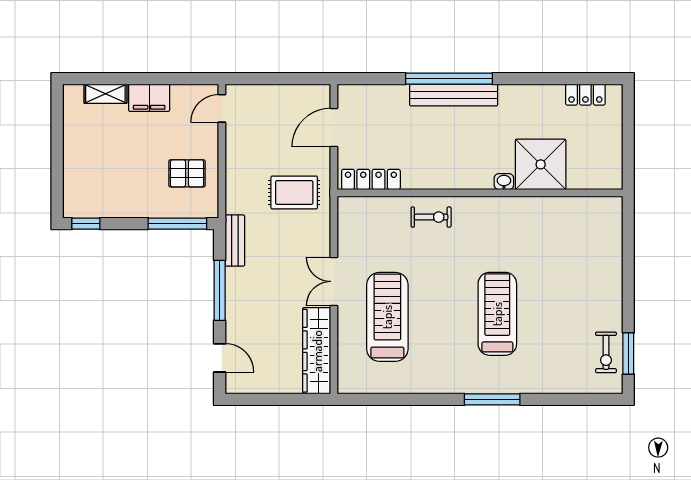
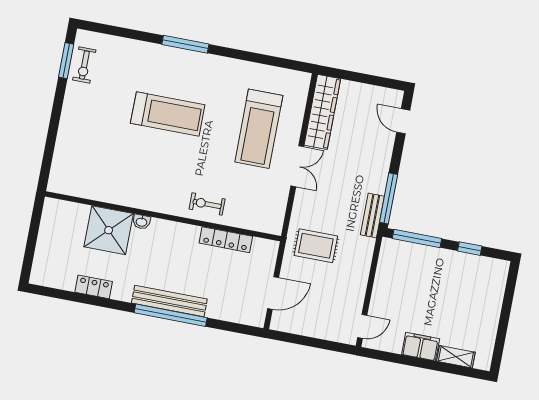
locker: (585, 95) -> (94, 287), moved
pallet: (187, 173) -> (401, 278), removed
locker: (371, 179) -> (226, 240), moved
window: (86, 224) -> (470, 249), moved
window: (220, 290) -> (389, 198), moved
treadmill: (497, 314) -> (168, 114), turned -90
exercise bike: (606, 352) -> (84, 65), turned 180

